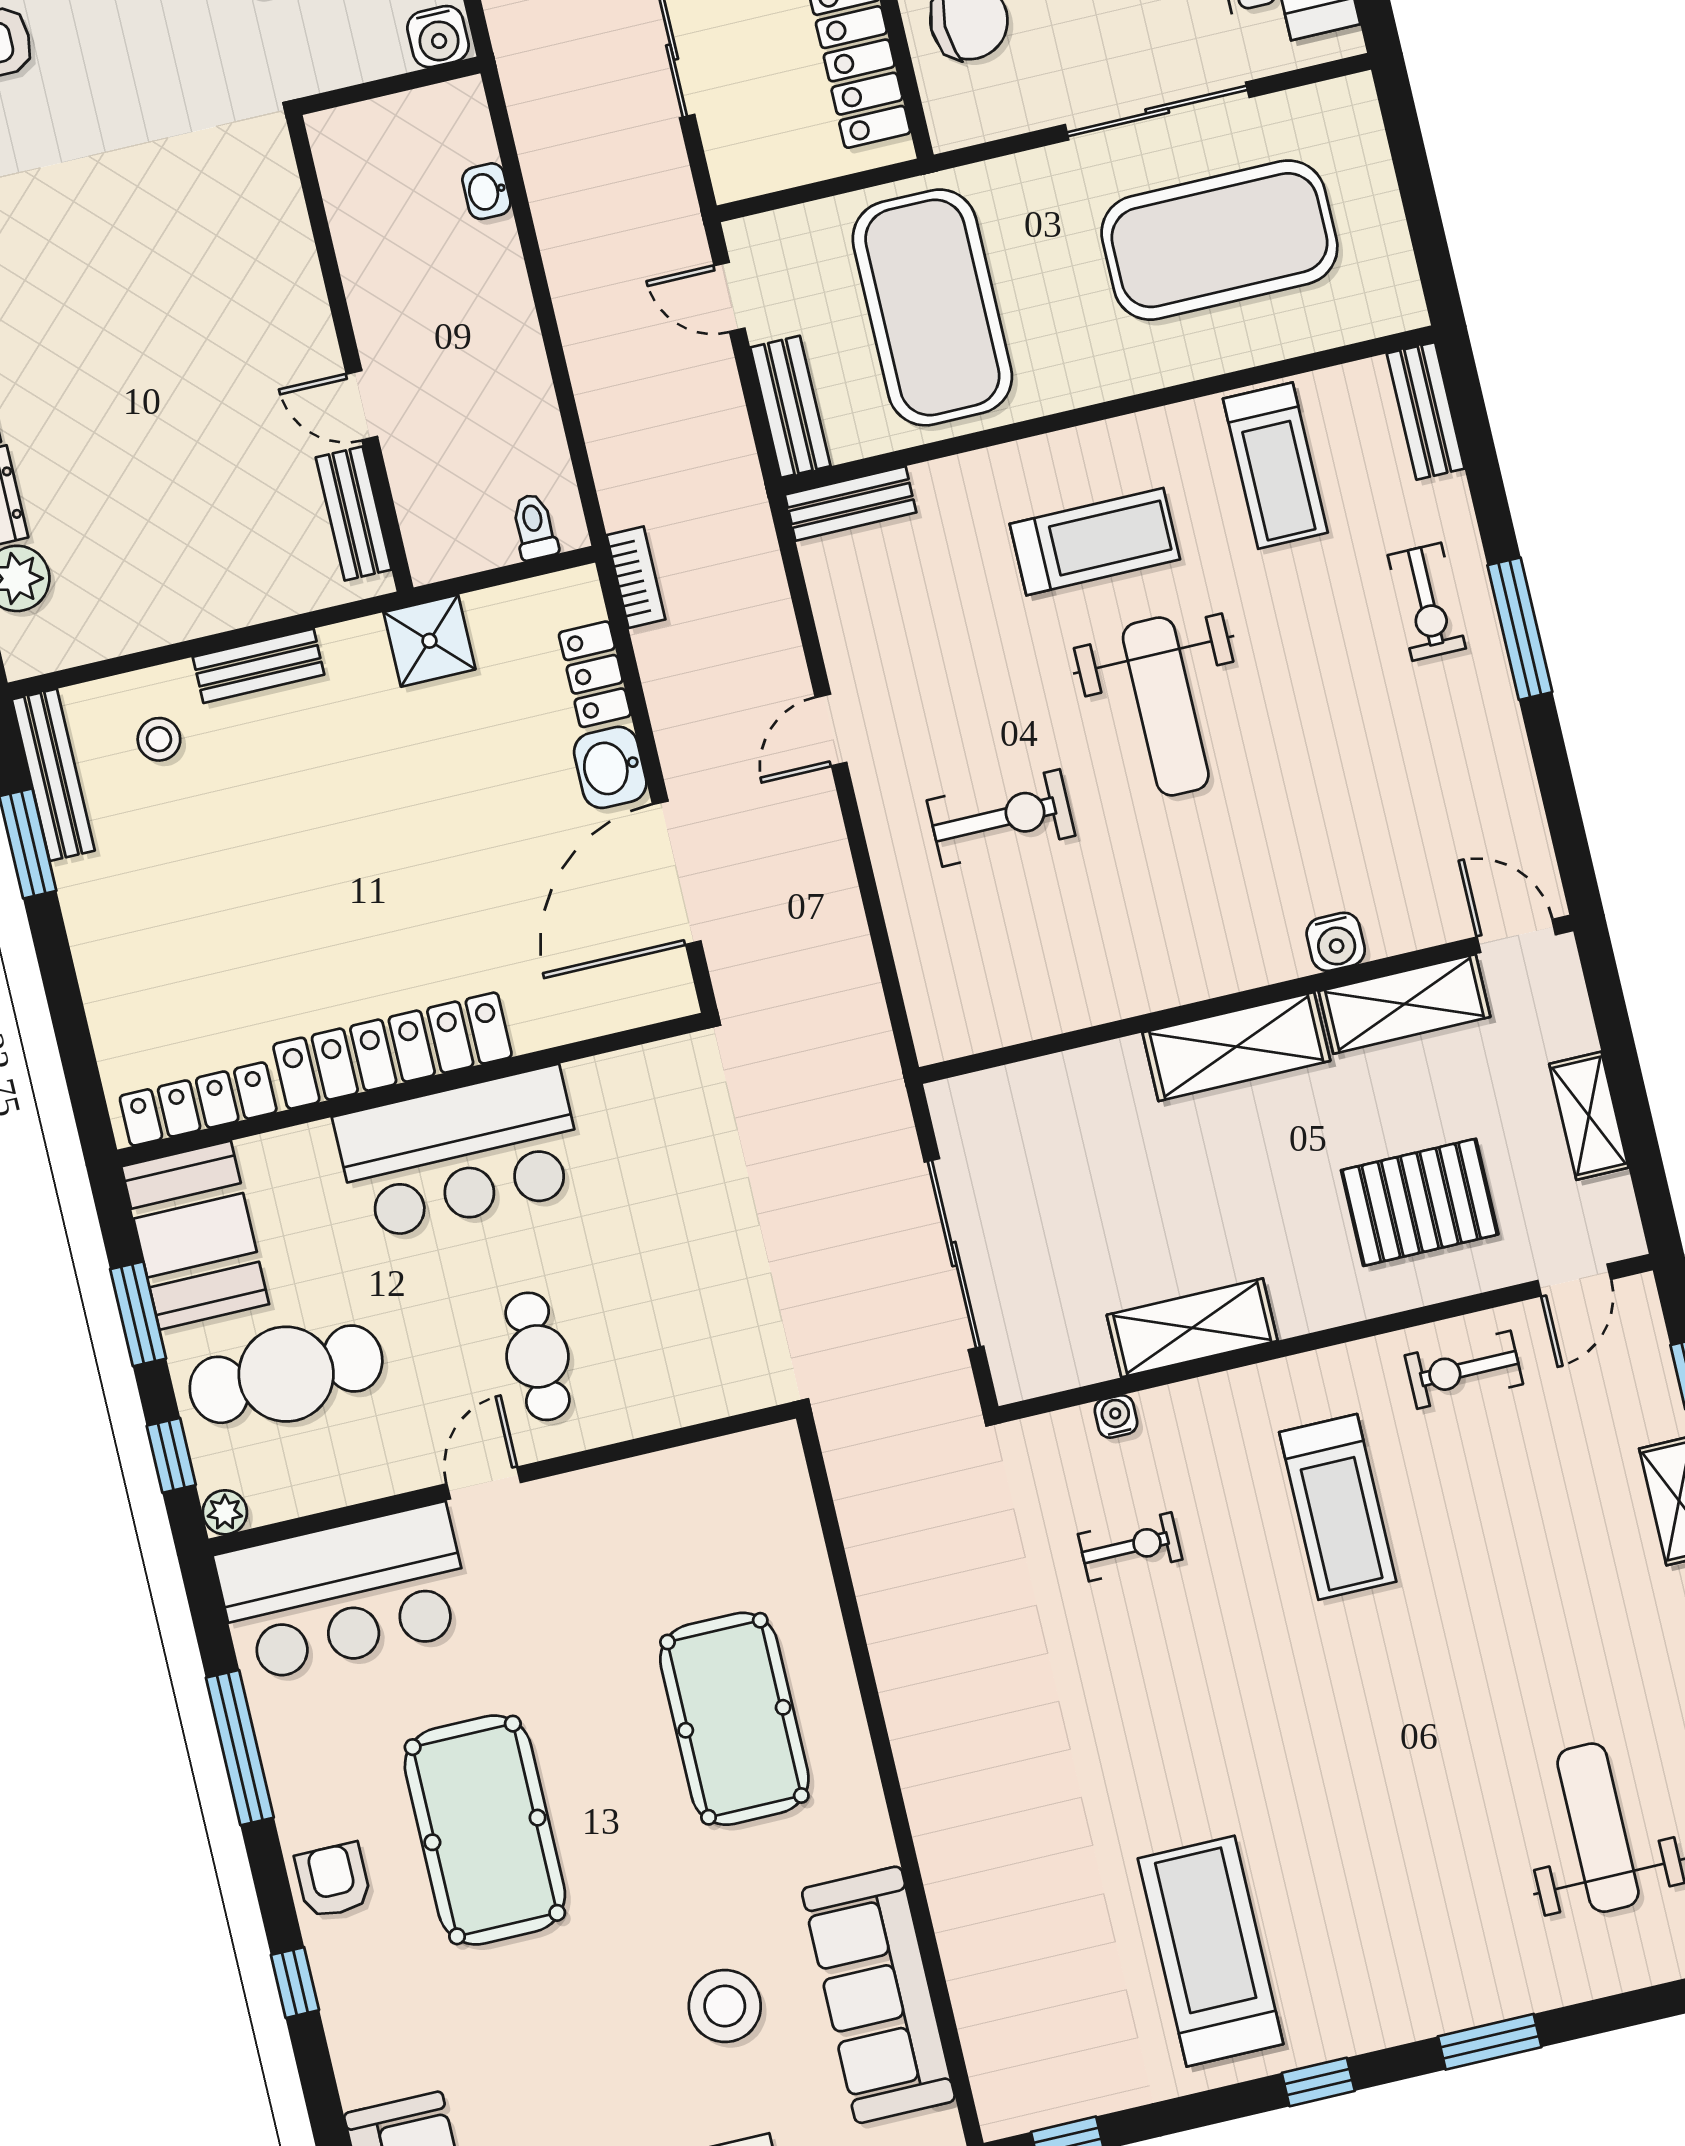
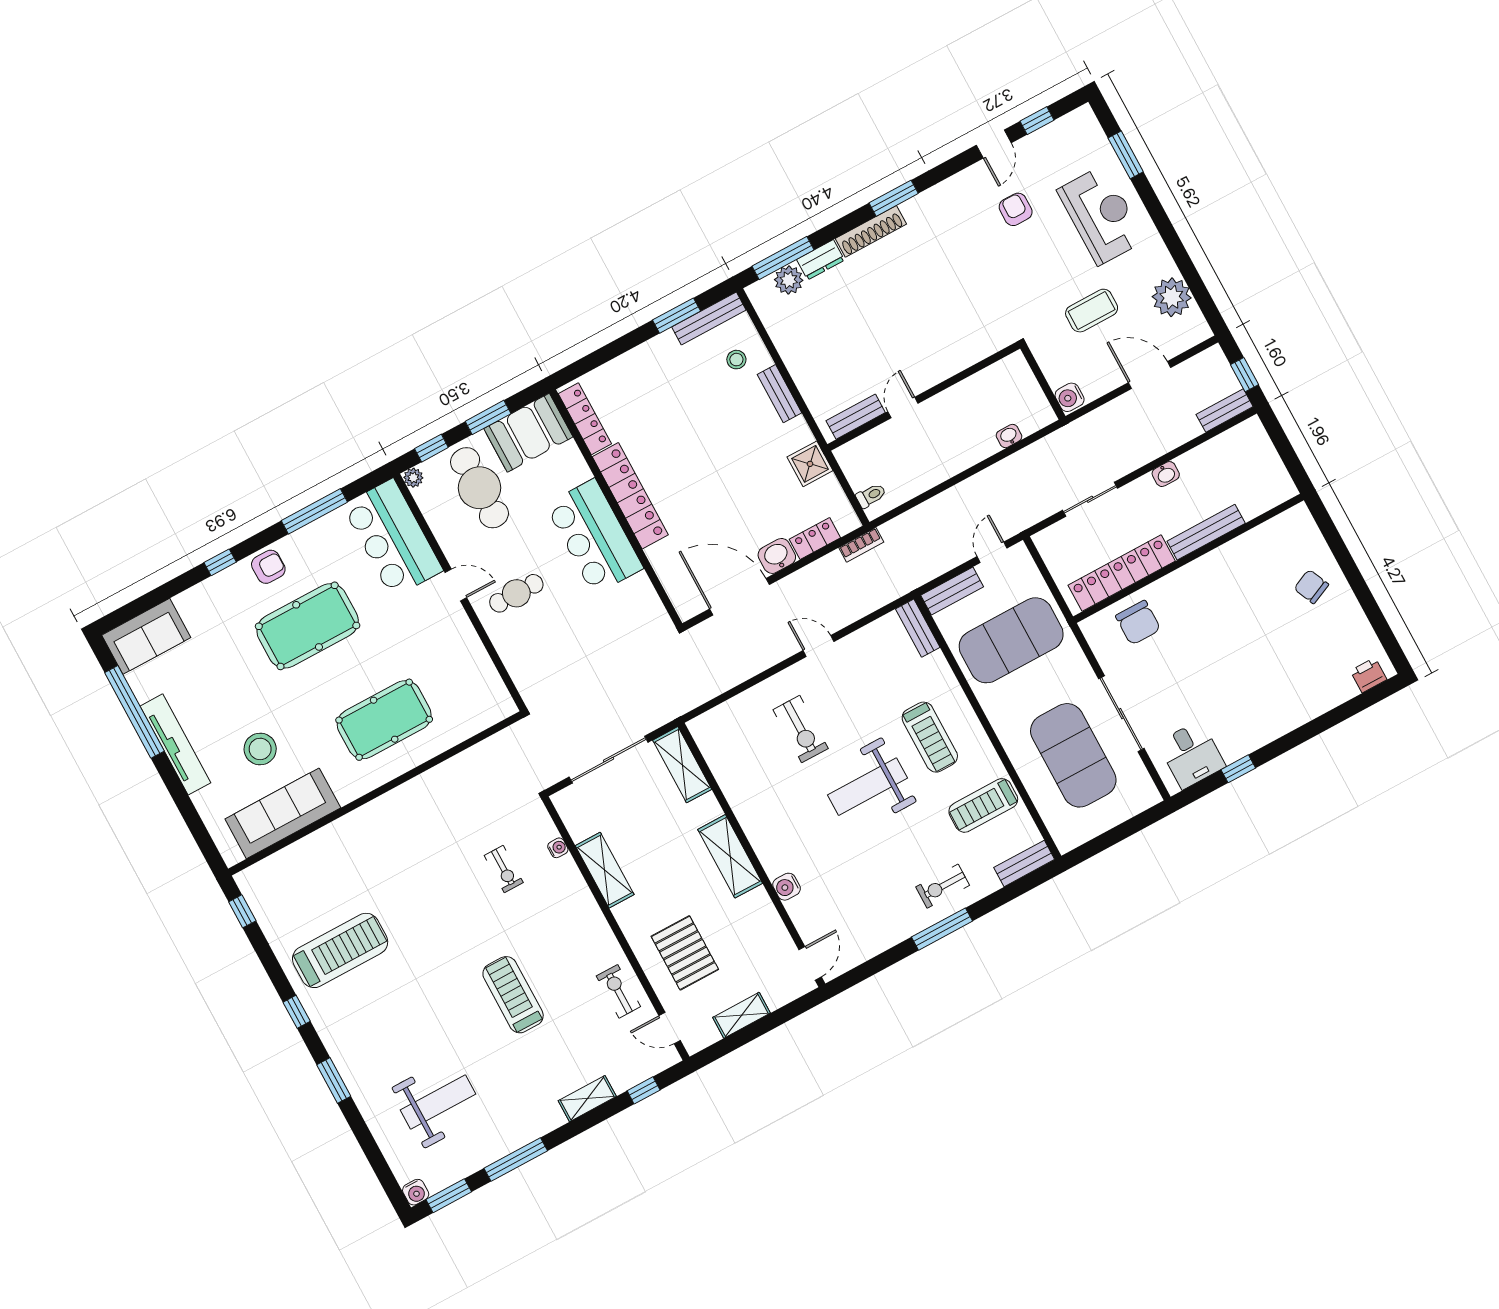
shelving: (1404, 1004) -> (682, 765), moved
treadmill: (1338, 1507) -> (513, 995), moved, turned 90

